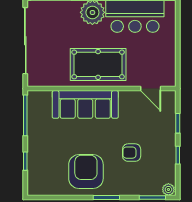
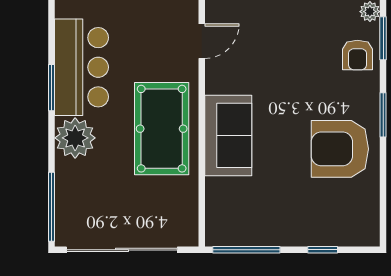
sofa: (85, 104) -> (228, 135), width x0.73
armchair: (132, 153) -> (357, 55), moved

